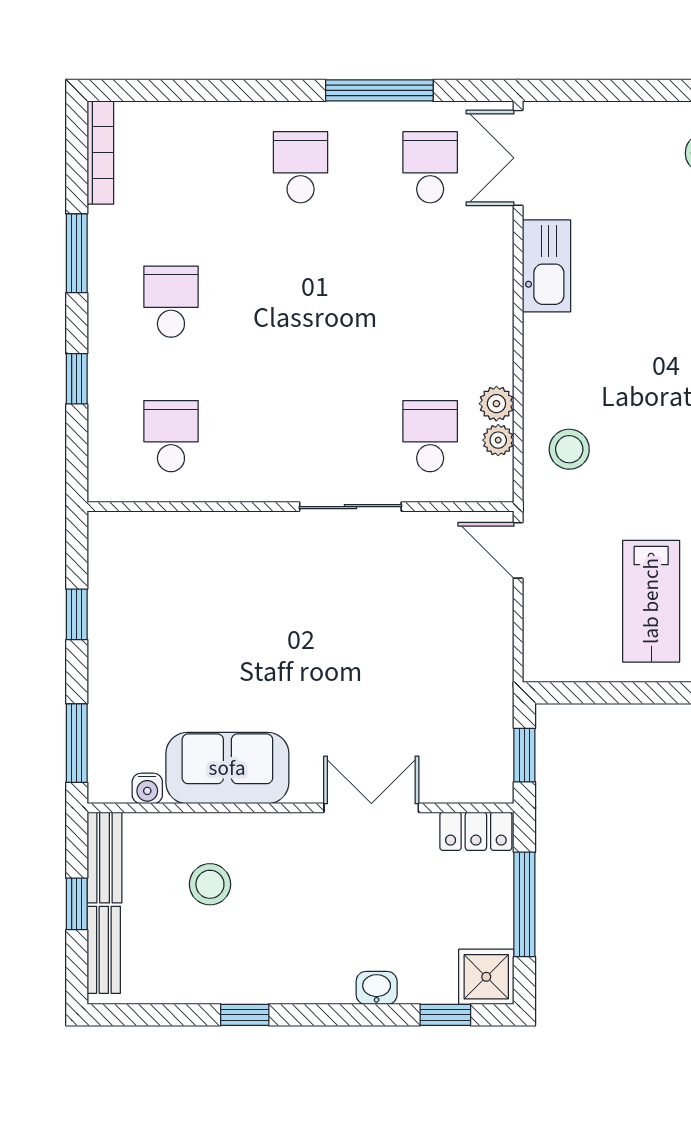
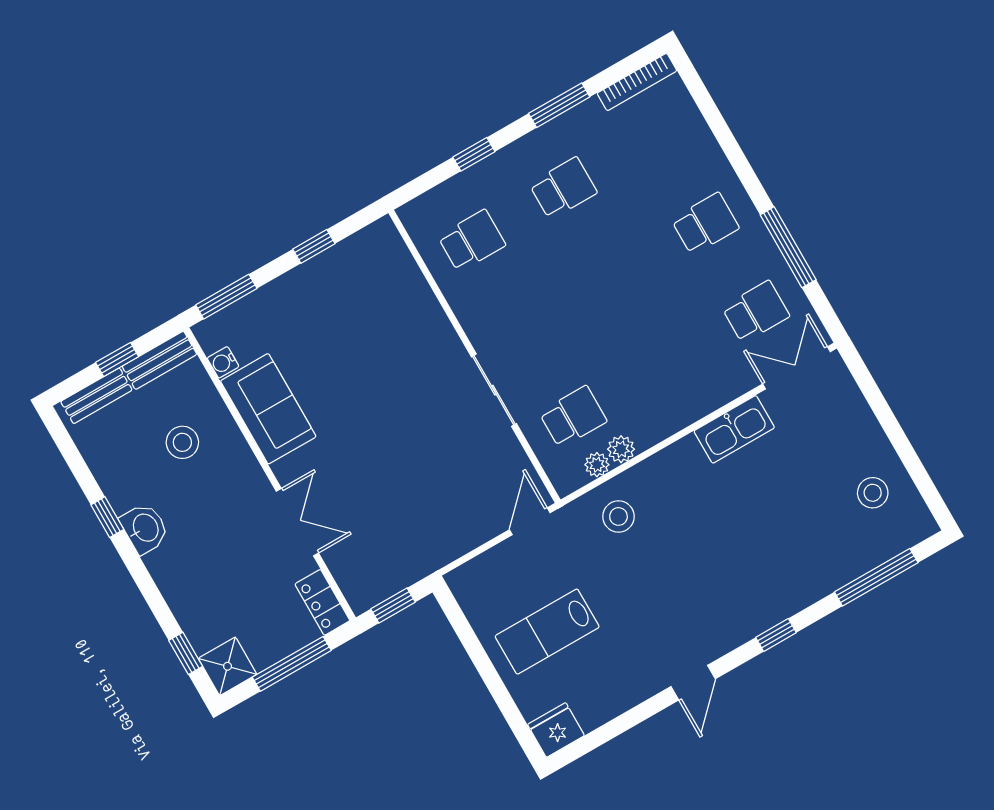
washbasin: (377, 988) -> (145, 528), moved, width x1.38, depth x1.45

